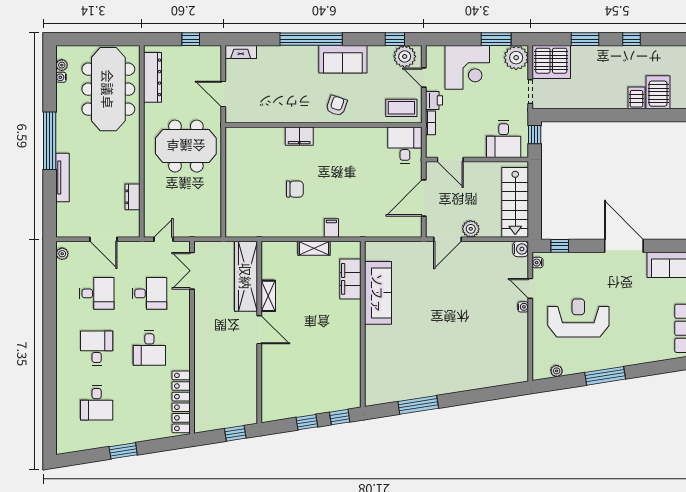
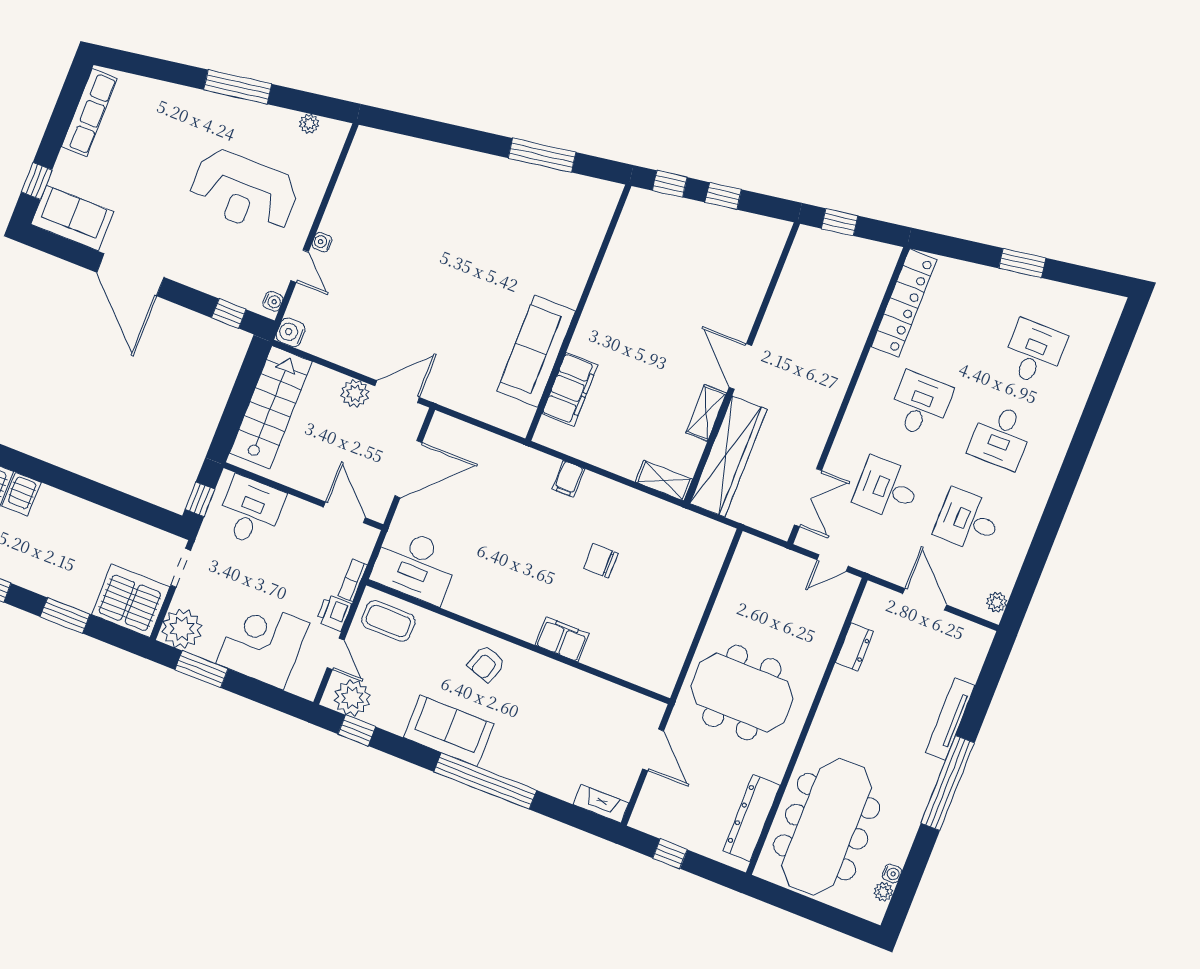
desk: (405, 145) -> (415, 565), width x1.37
shelving: (314, 248) -> (664, 481), moved

